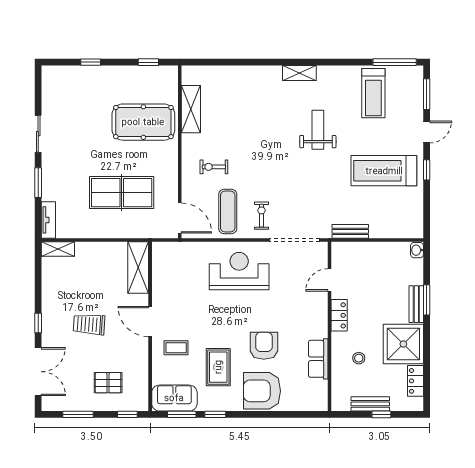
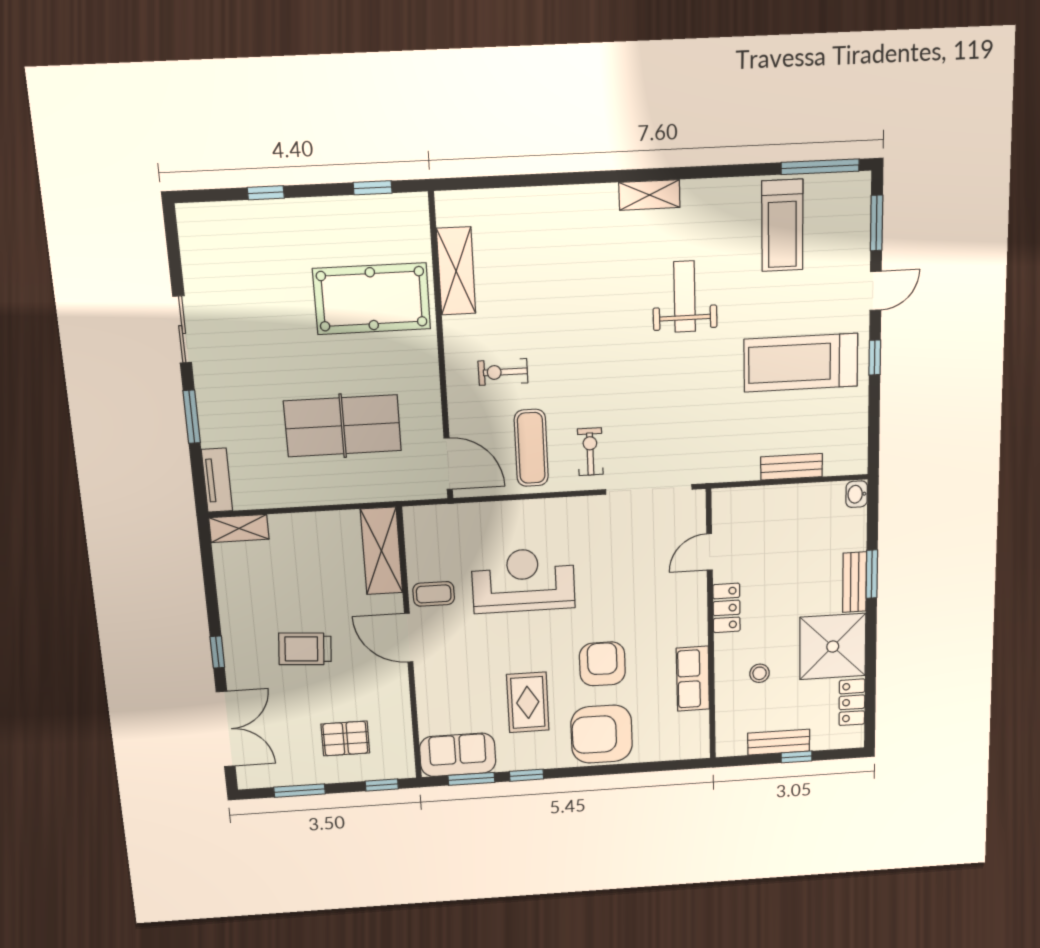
bench: (350, 231) -> (792, 467), moved
reception desk: (239, 271) -> (523, 580), moved
coffee table: (176, 348) -> (434, 594), moved

